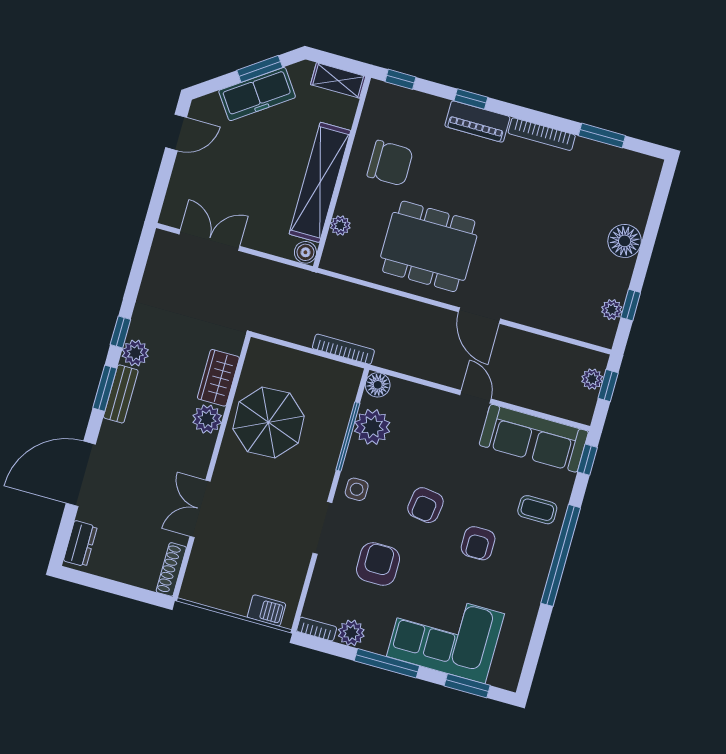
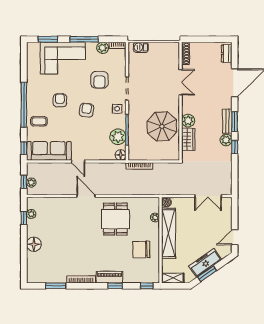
dining table: (429, 246) -> (115, 219), width x0.73

